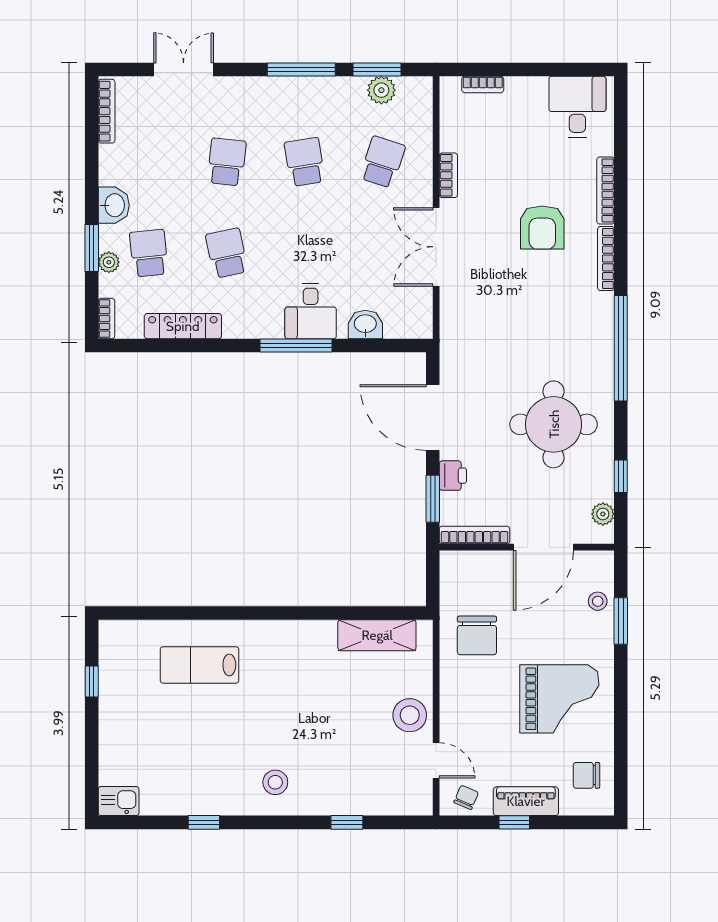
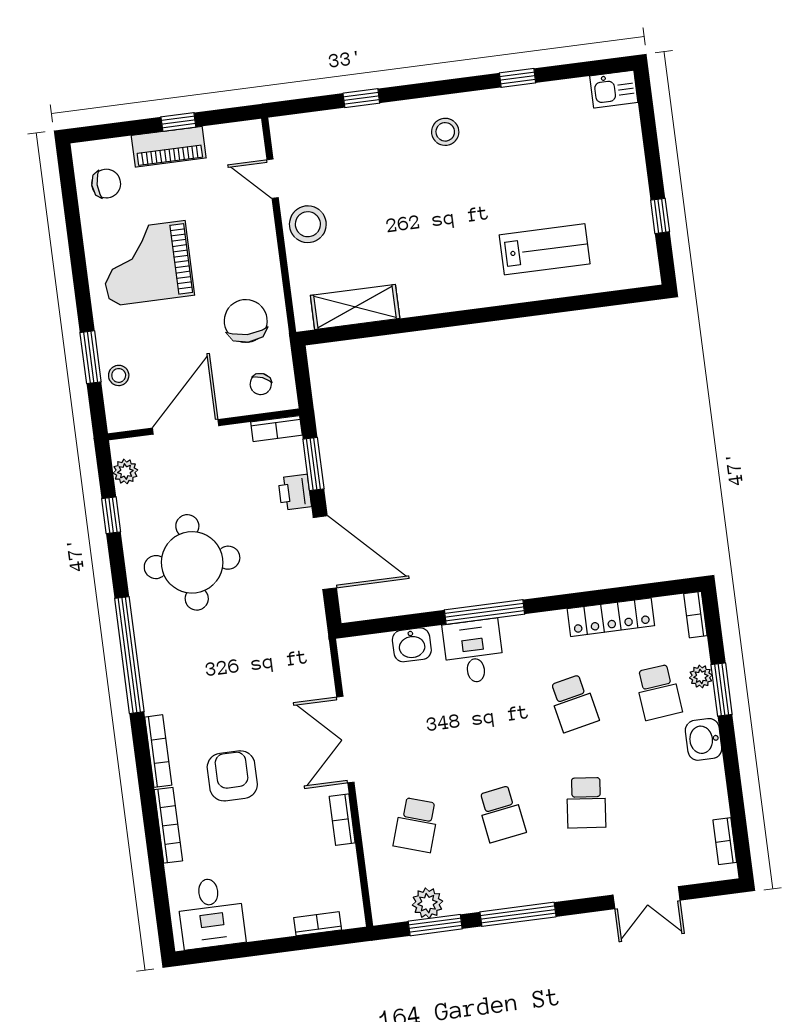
bookcase: (107, 111) -> (725, 841), width x0.64
double door: (436, 247) -> (345, 740), swing flipped
bookcase: (475, 535) -> (276, 429), width x0.64
chair: (466, 797) -> (261, 384), moved

